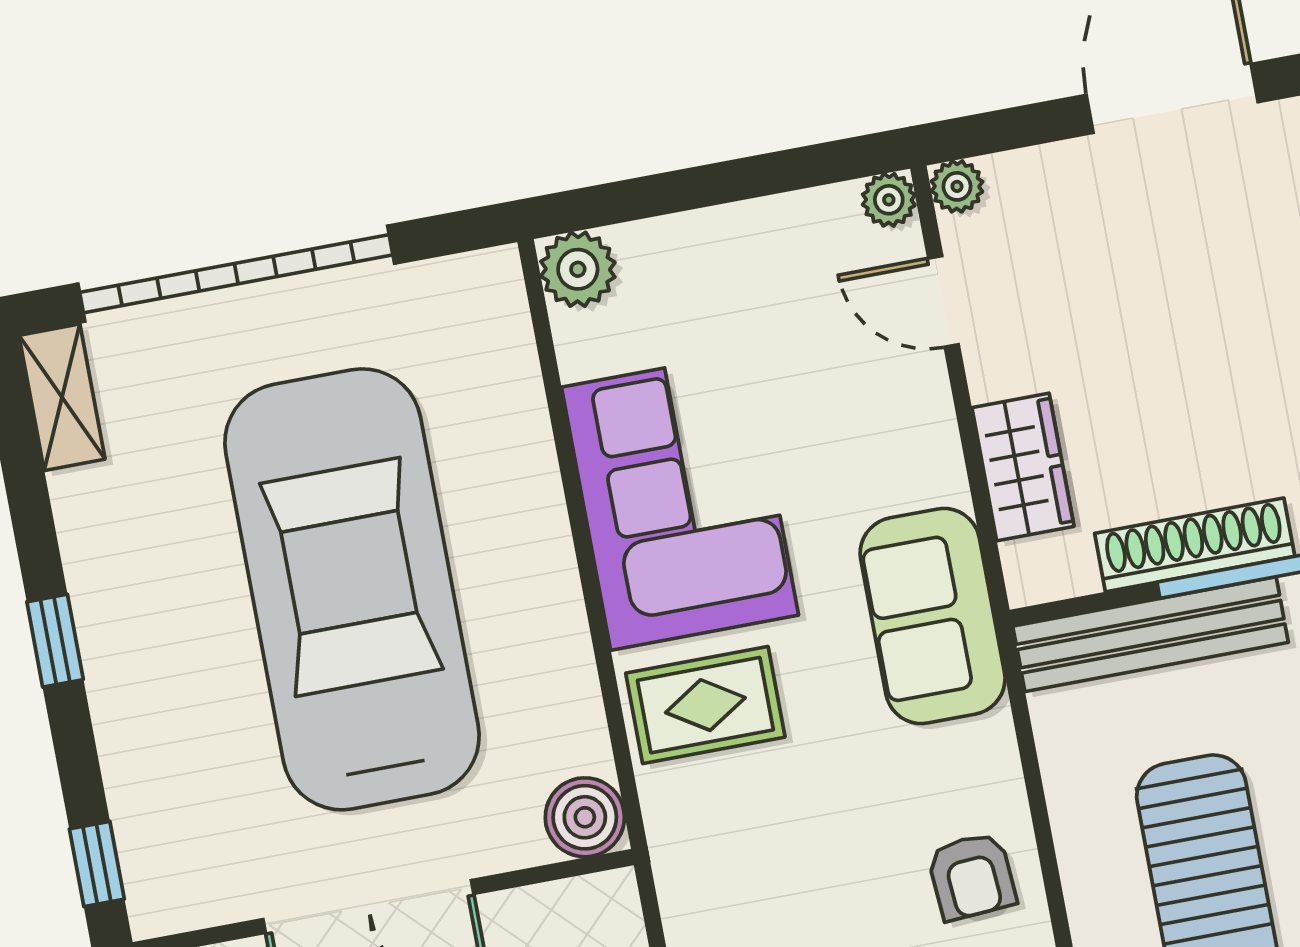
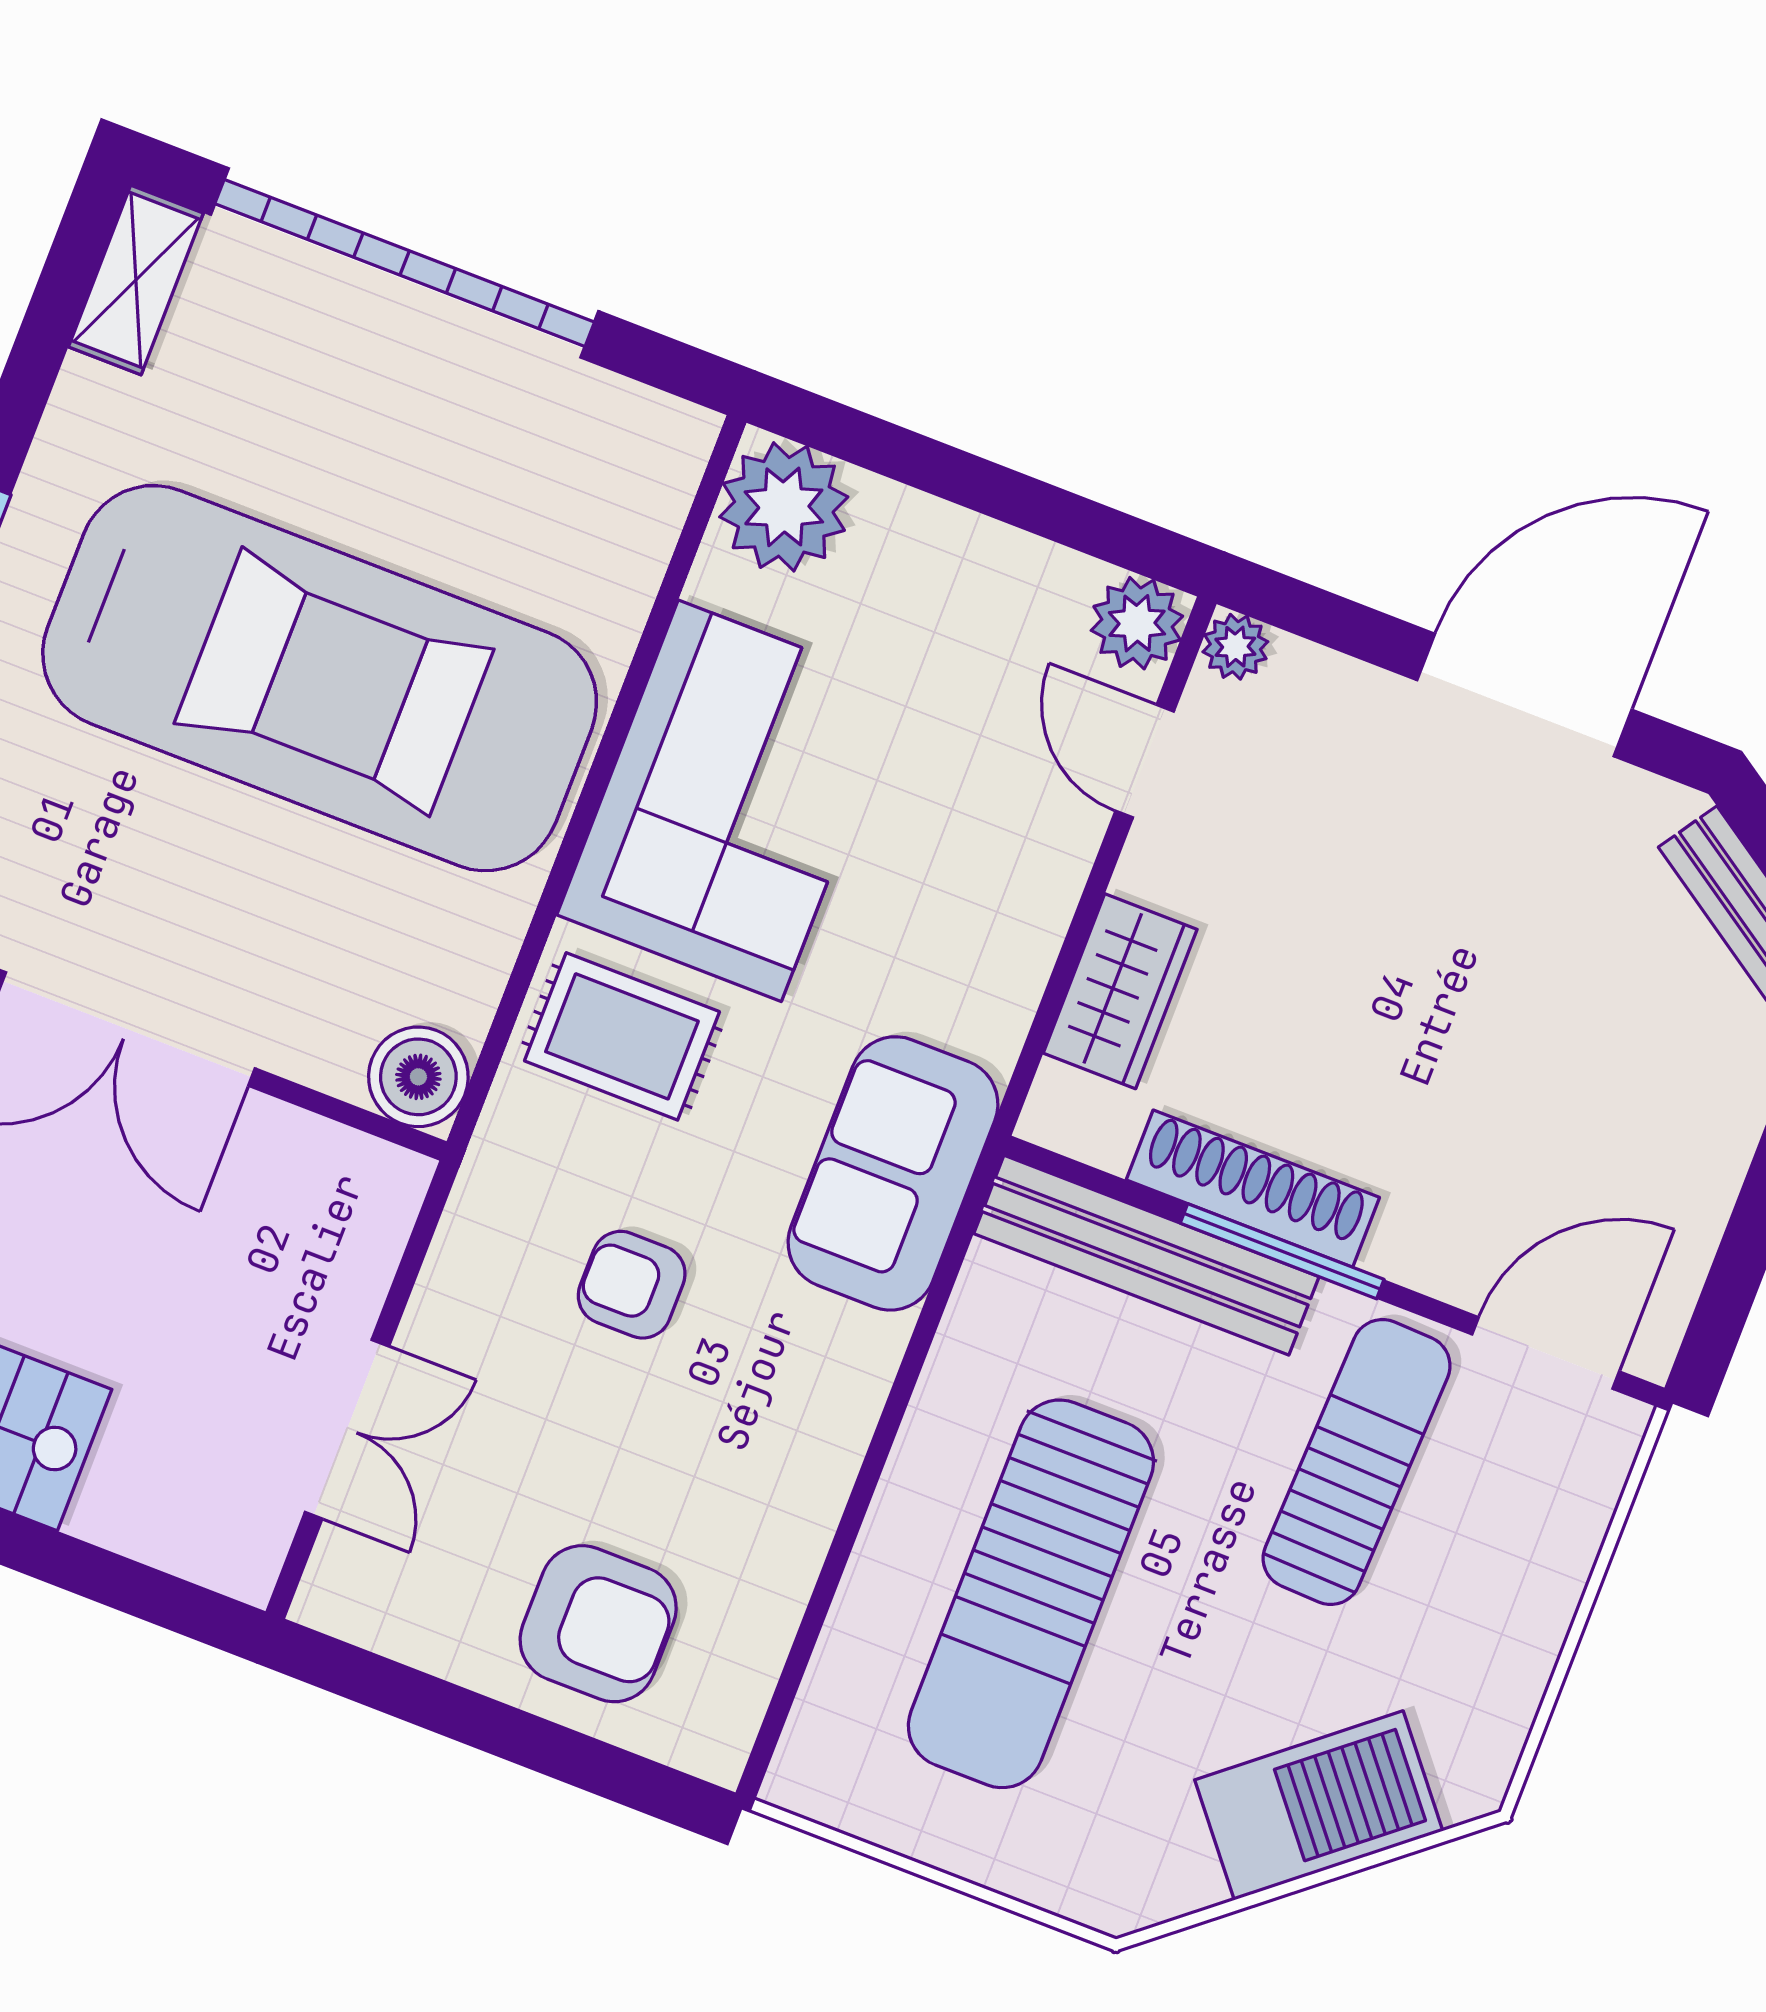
plant: (889, 200) -> (1137, 623), width x1.38, depth x1.38
plant: (578, 269) -> (784, 507), width x1.36, depth x1.36
car: (352, 589) -> (320, 678), turned 90
sofa: (933, 616) -> (893, 1173), moved
armchair: (972, 876) -> (632, 1285), moved, turned 94

